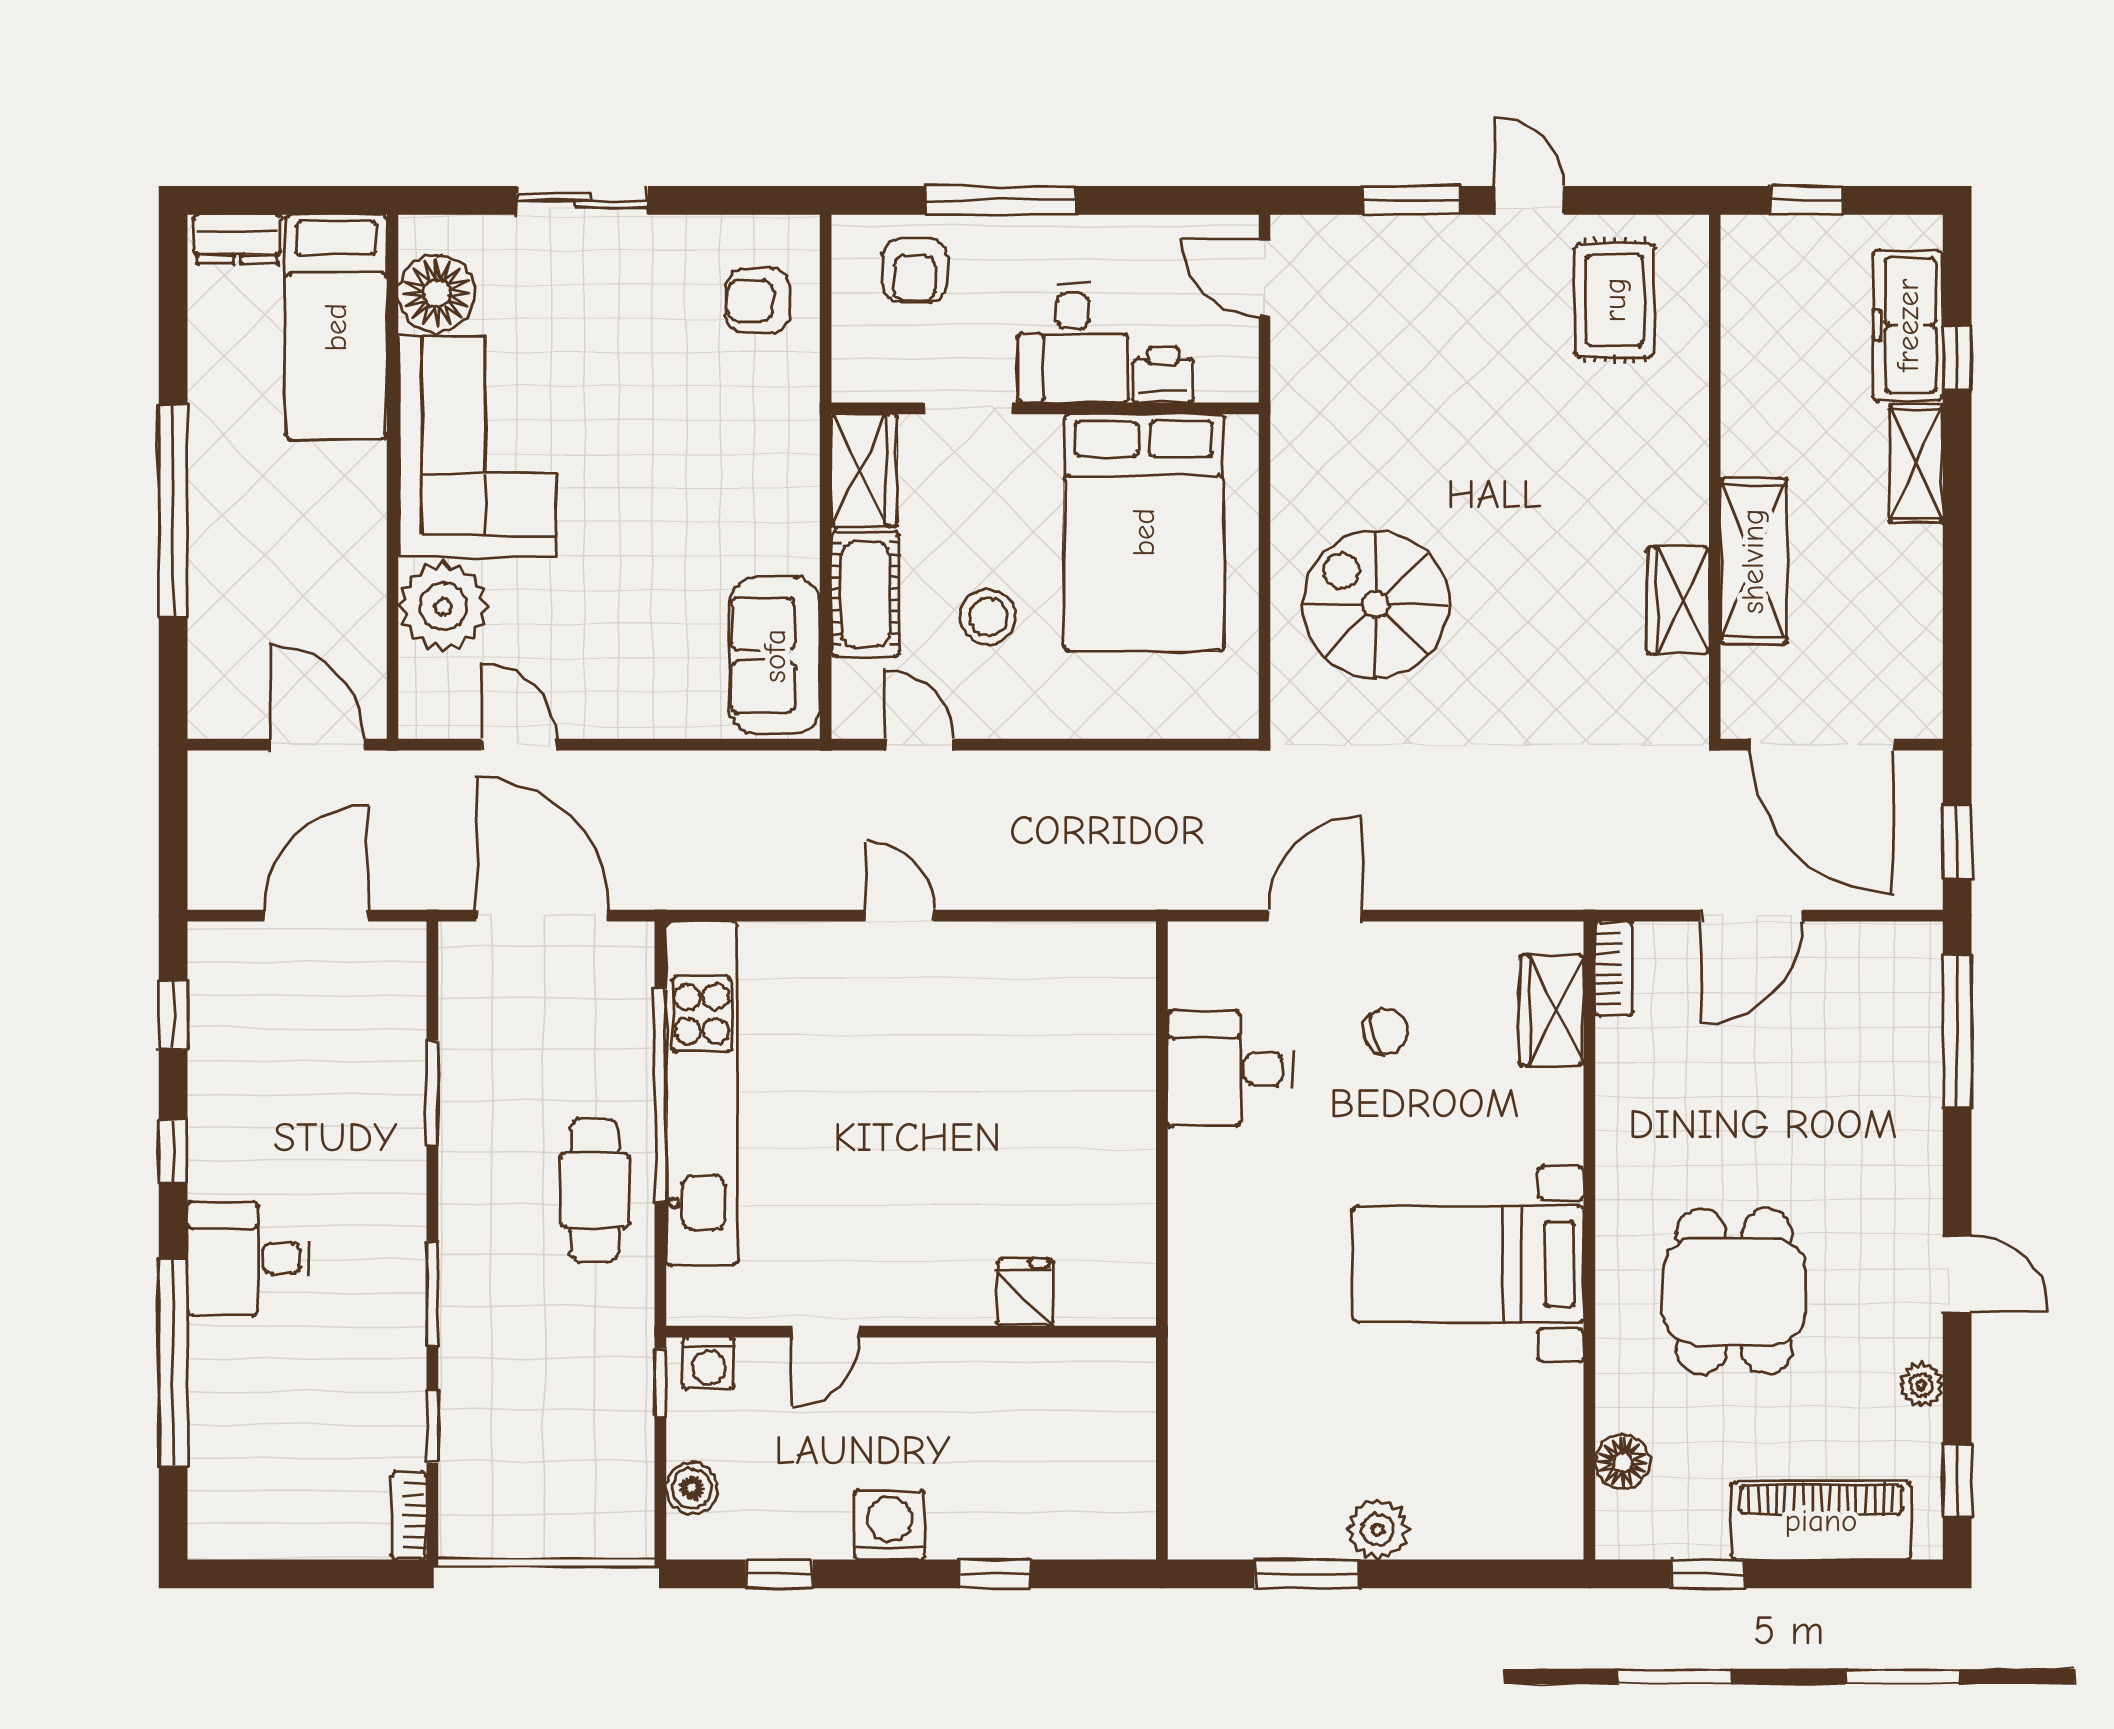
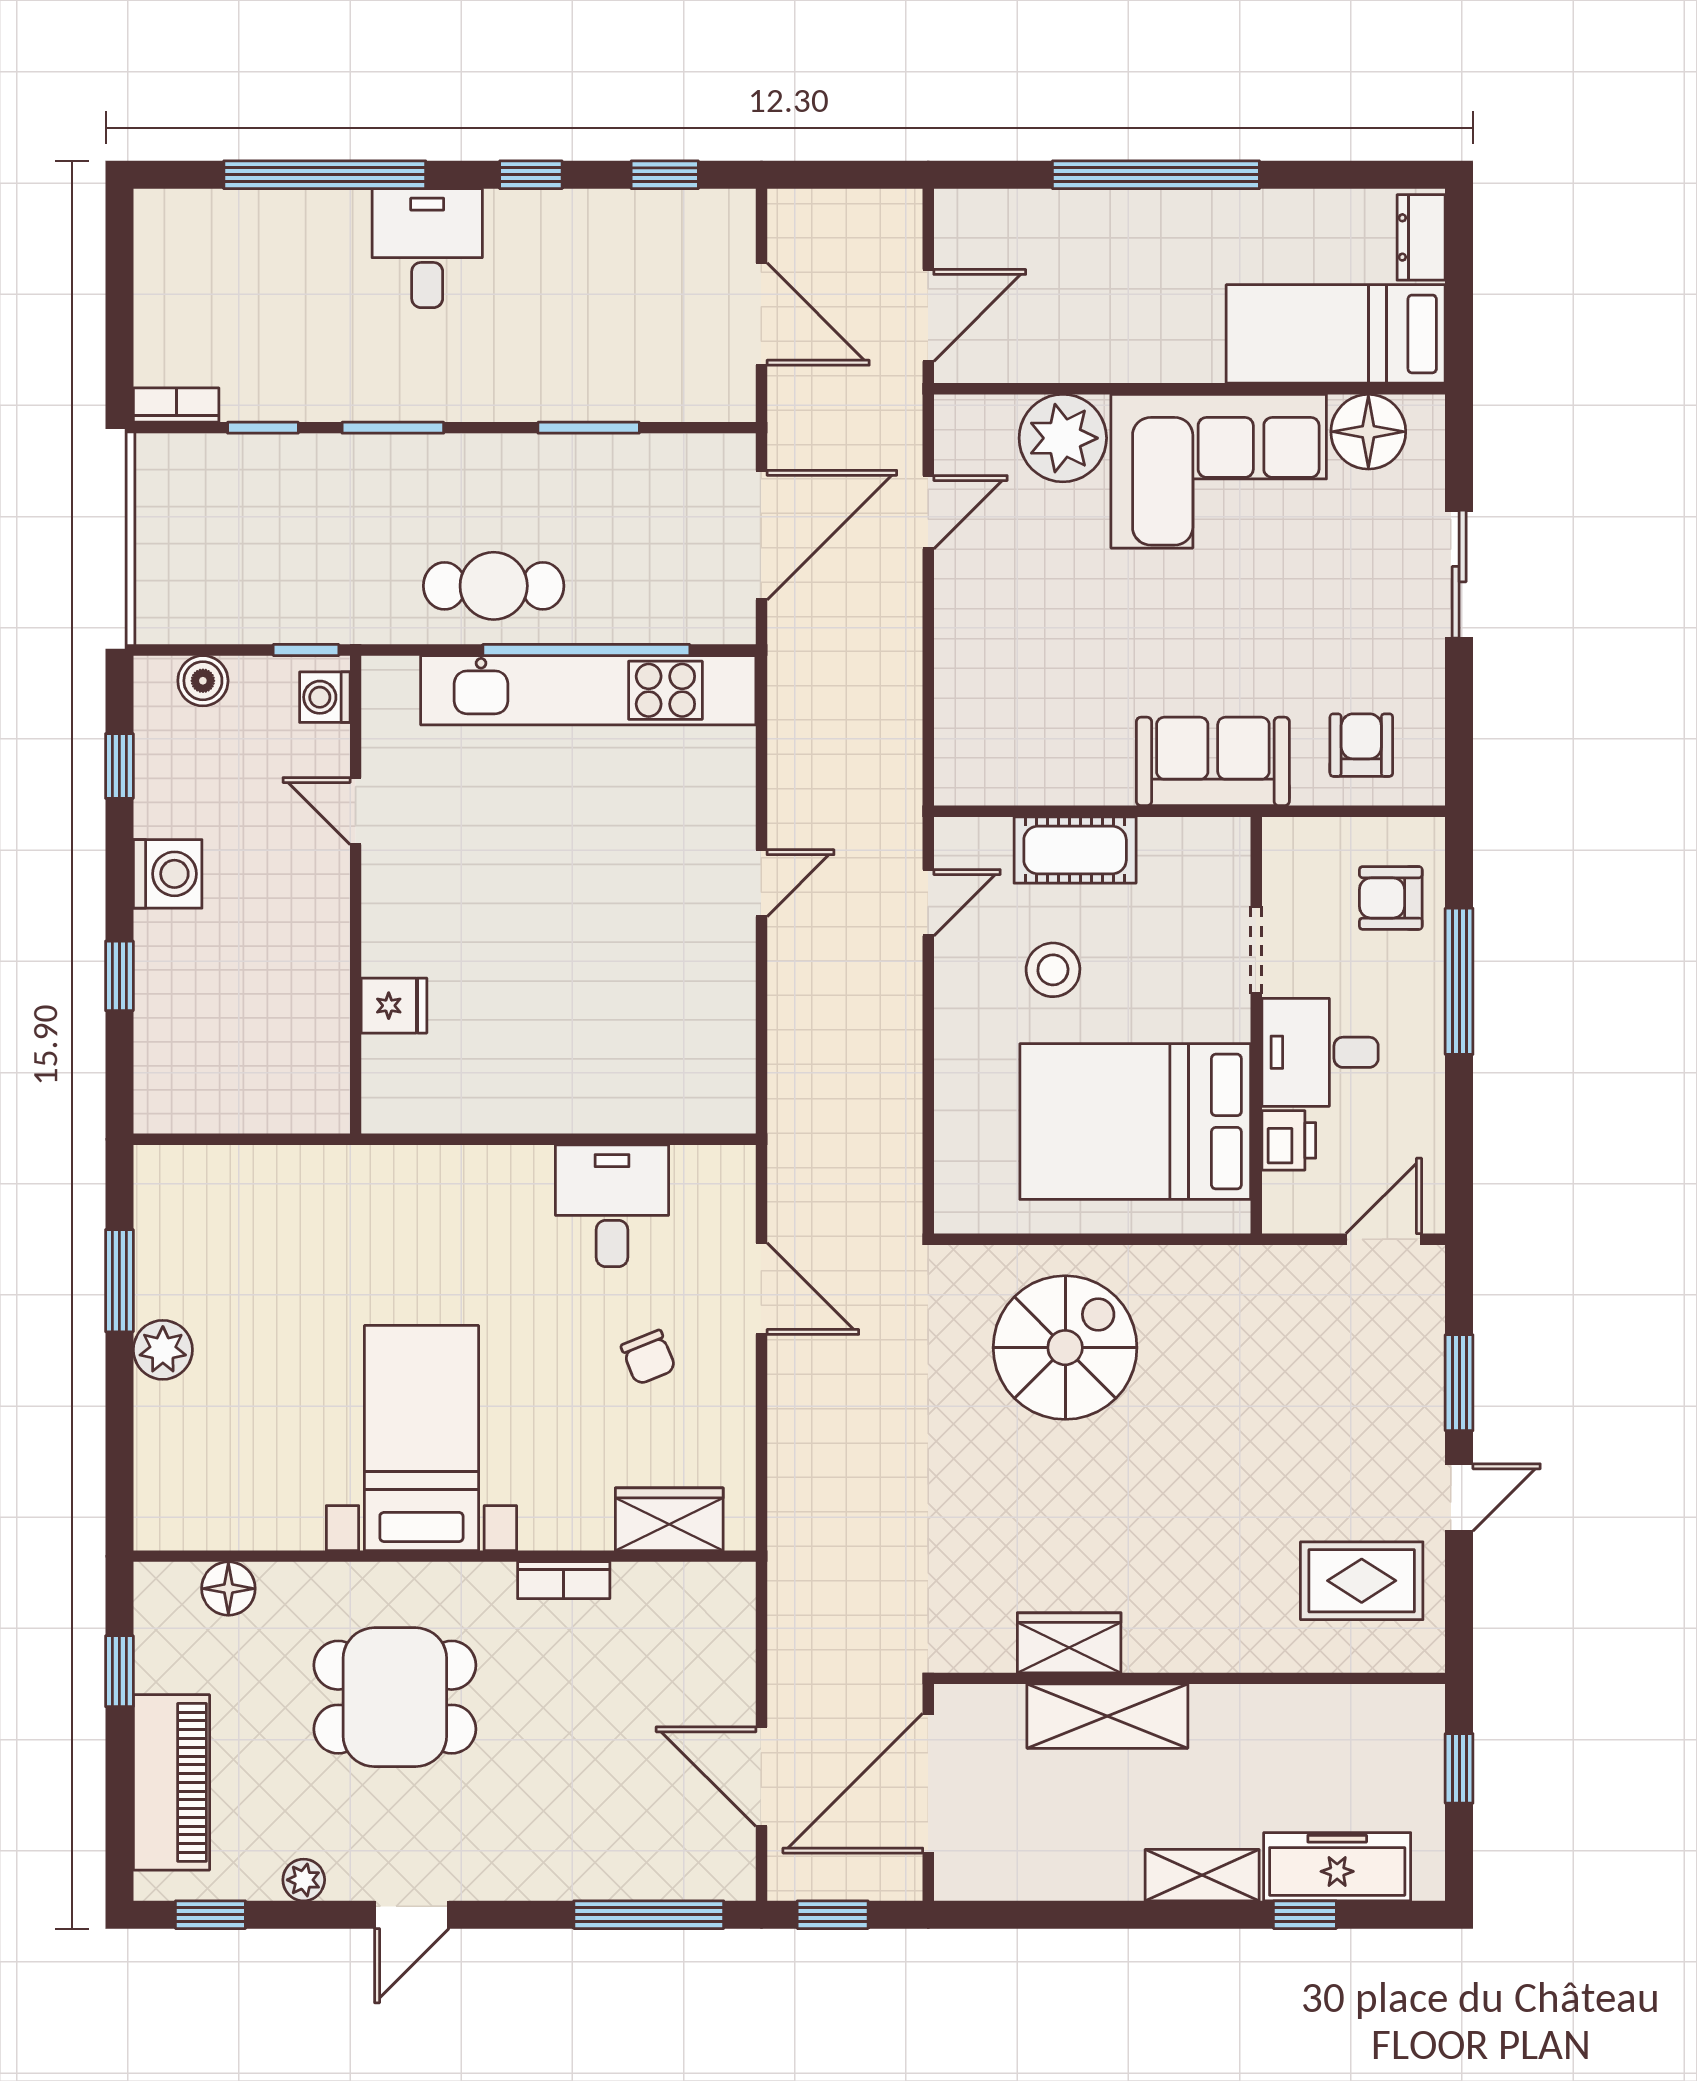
wardrobe: (864, 470) -> (1196, 849), removed
sofa: (775, 656) -> (1213, 761), moved
door: (1752, 916) -> (761, 1777), moved
bookcase: (1614, 969) -> (564, 1580), moved

